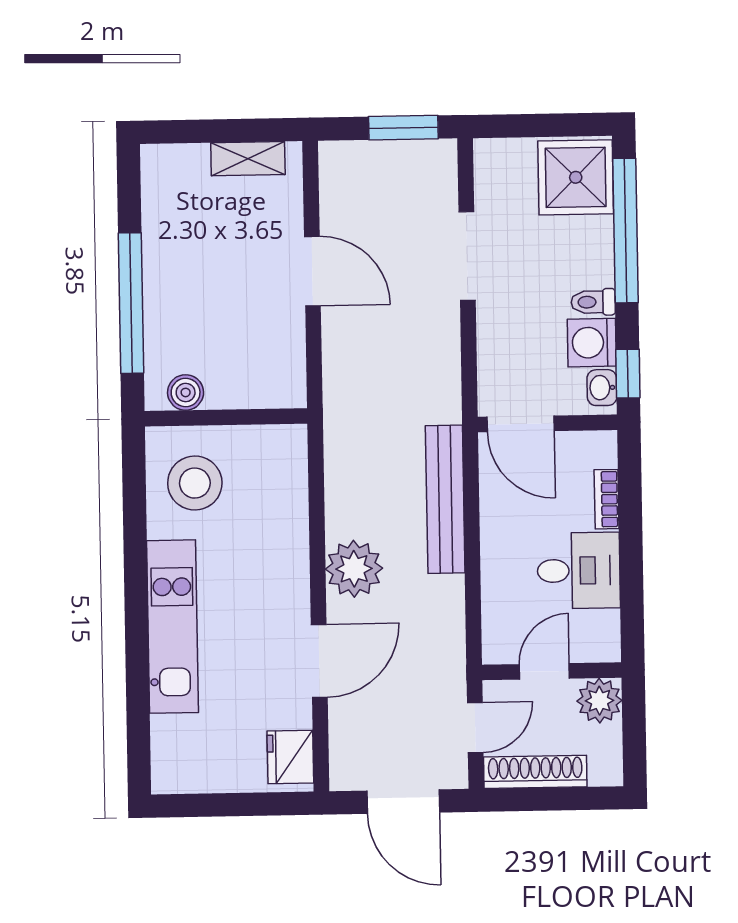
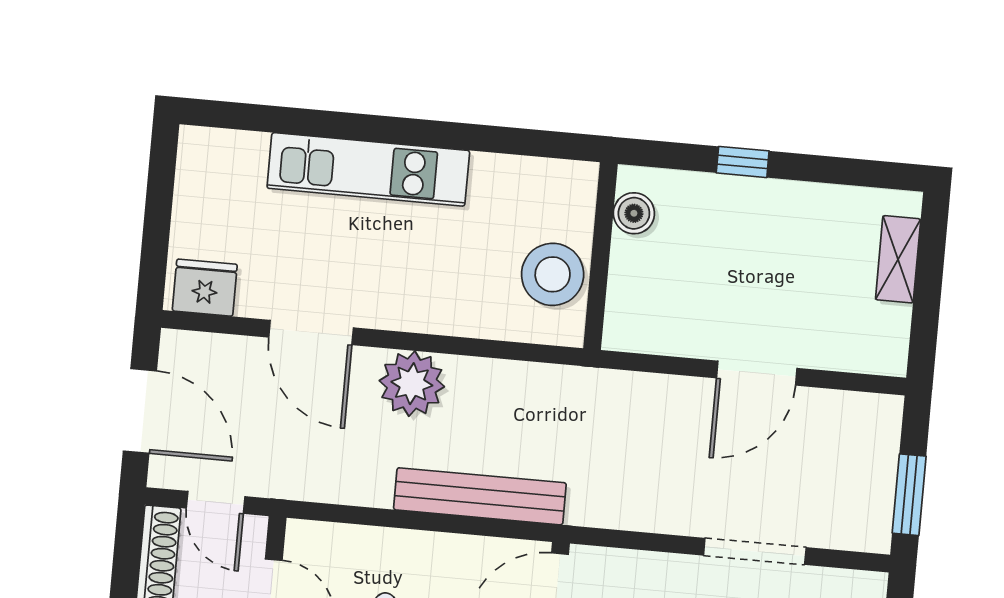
shelving: (248, 159) -> (898, 259), moved
window: (131, 303) -> (743, 162), width x0.32
stool: (195, 483) -> (553, 274), moved
door: (403, 802) -> (140, 411), swing flipped

